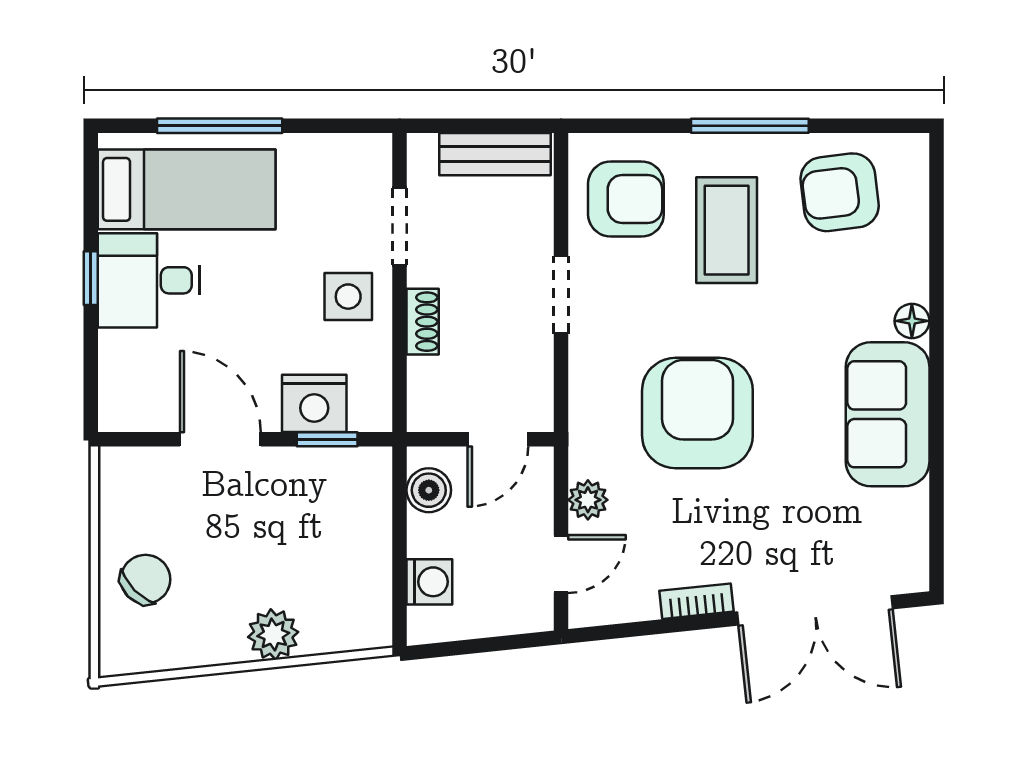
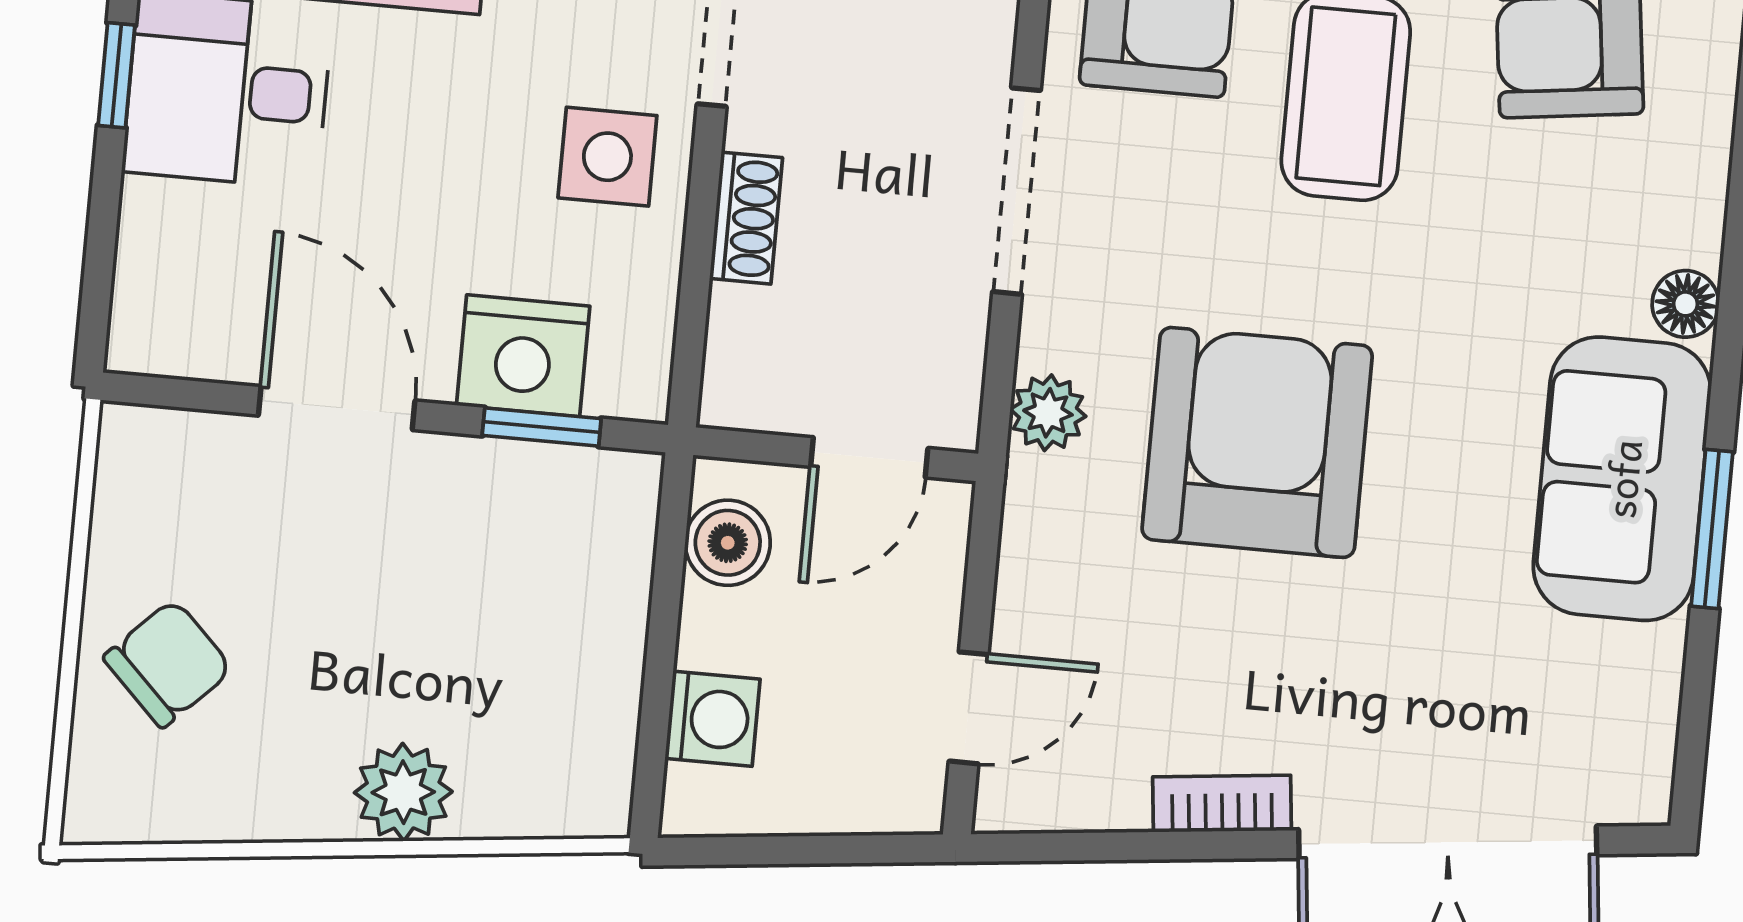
doorway: (561, 295) -> (1017, 191), width x1.38
window: (936, 436) -> (1712, 529), added
plant: (588, 500) -> (1048, 413), moved

